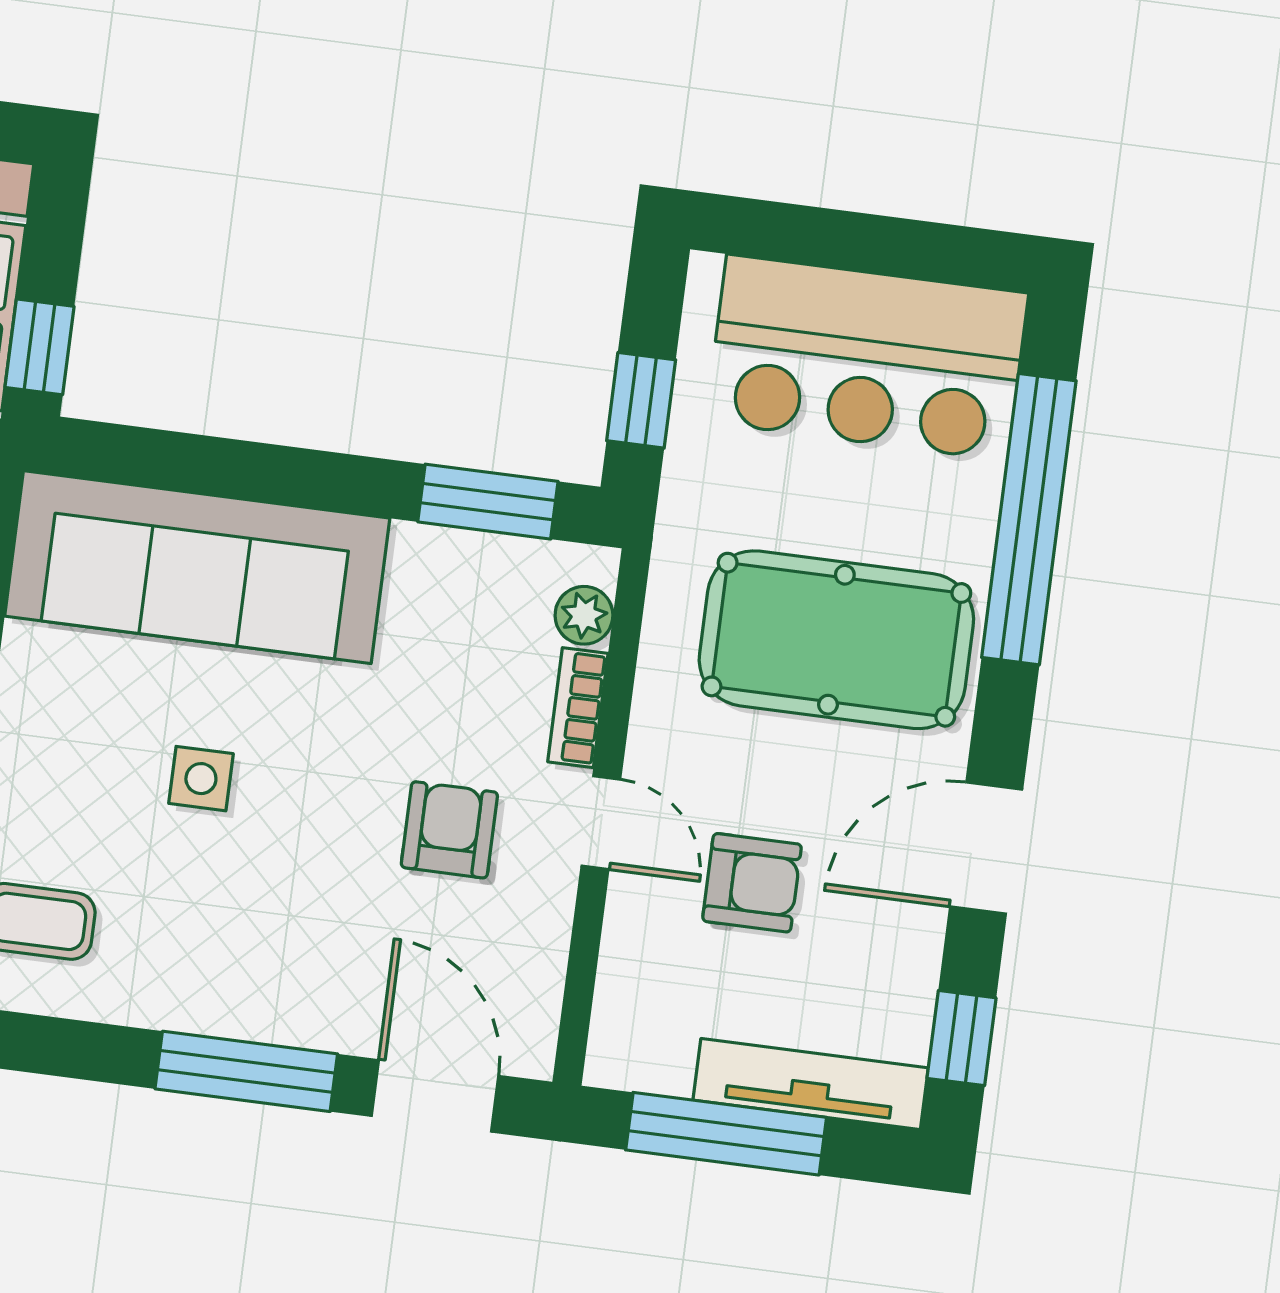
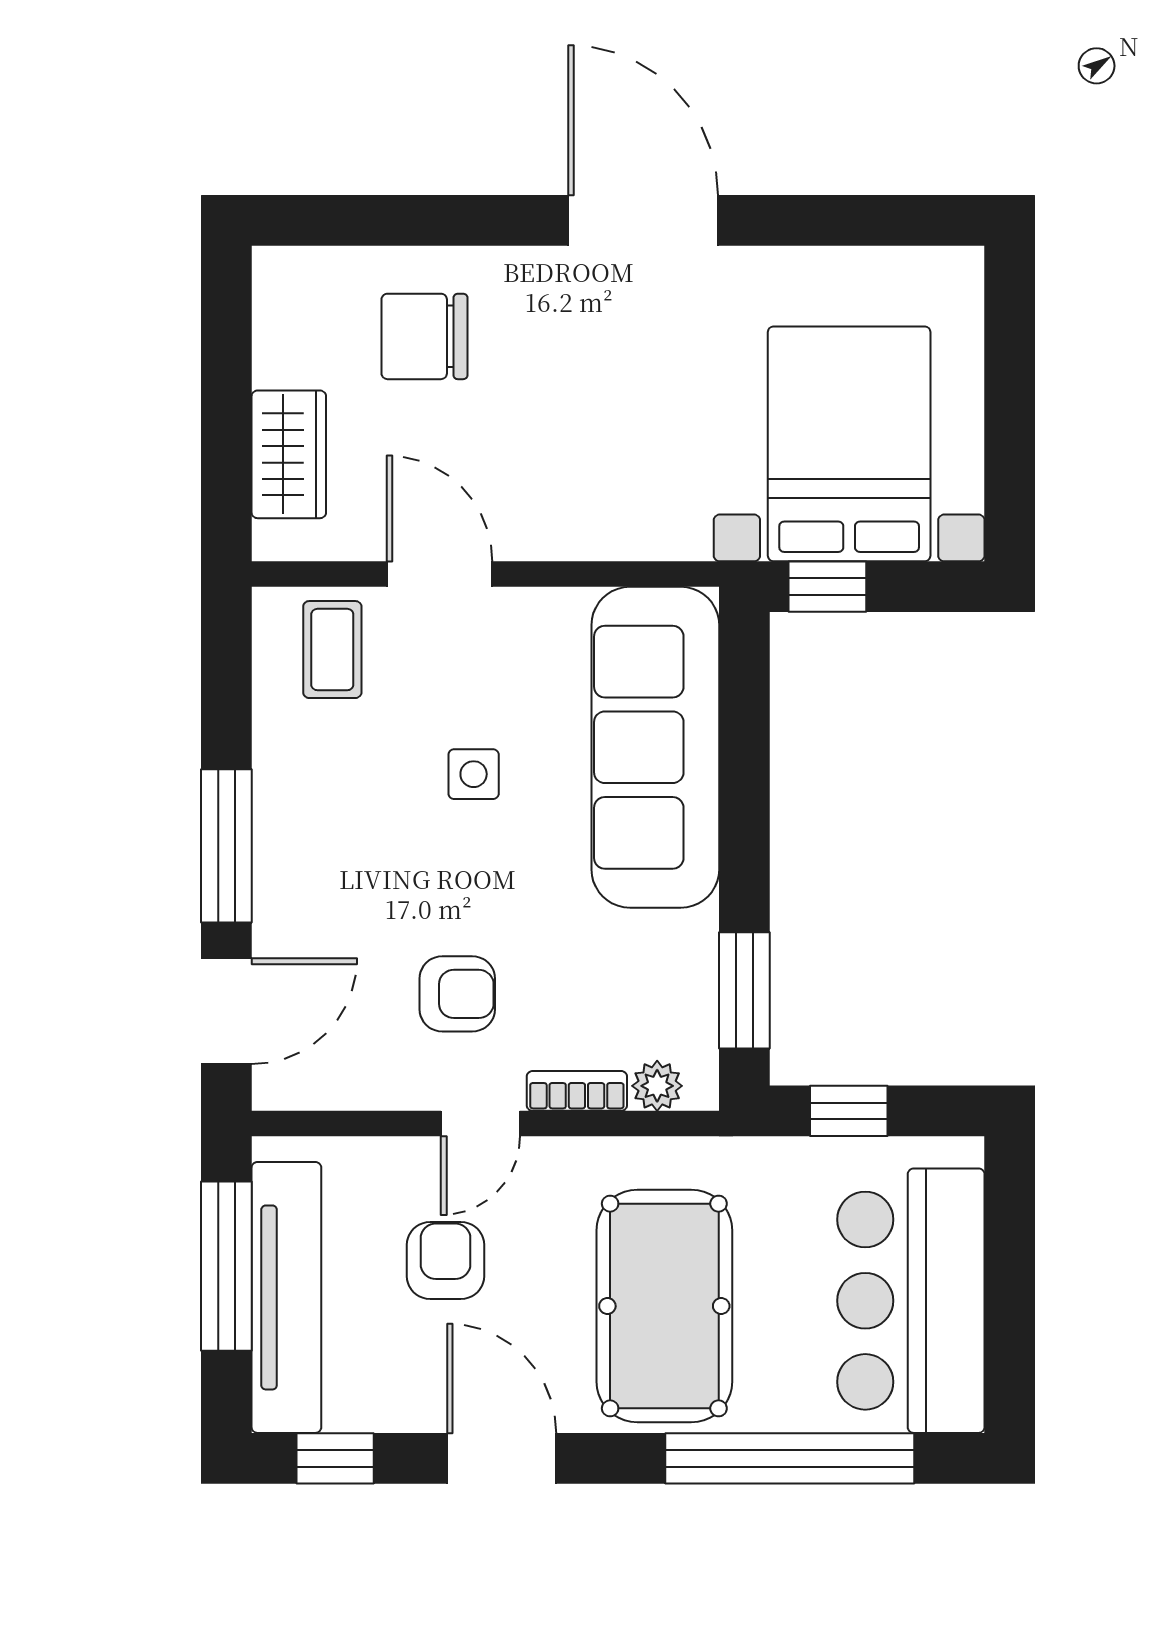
armchair: (752, 883) -> (446, 1260), turned 180
tv unit: (811, 1084) -> (286, 1297), width x1.36, depth x1.29

